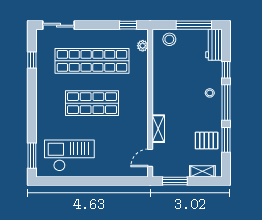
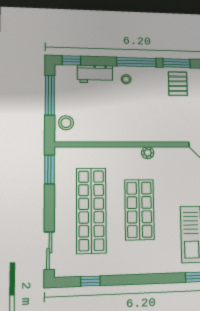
window: (128, 25) -> (49, 170), width x1.50
workbench: (214, 45) -> (95, 74), moved
plant: (143, 46) -> (148, 153), moved
window: (226, 70) -> (71, 60), moved
shelving: (158, 129) -> (166, 136), removed

